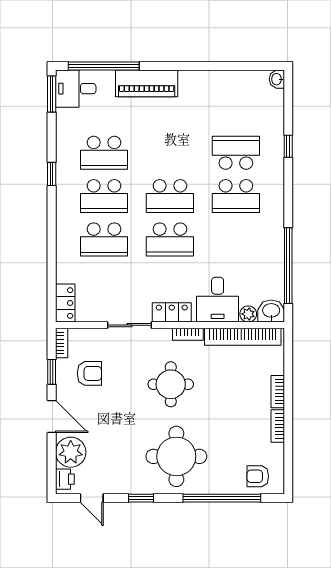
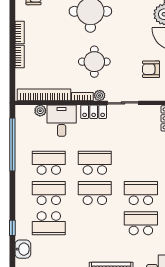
school desk: (104, 239) -> (49, 163), moved
washbasin: (271, 311) -> (23, 249), moved, turned -90
plant: (163, 336) -> (100, 95), added

